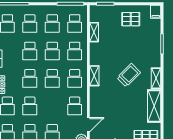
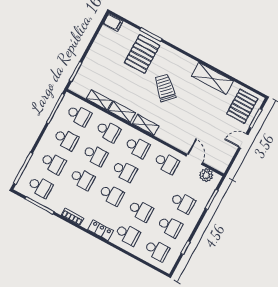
pallet: (131, 19) -> (142, 54), moved, width x1.50, depth x1.42
shelving: (156, 78) -> (122, 112), moved

